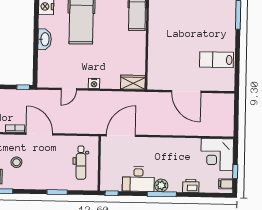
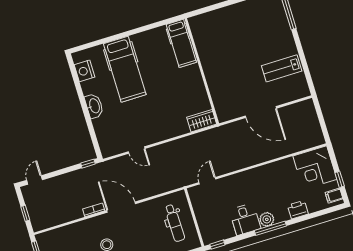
nightstand: (94, 83) -> (161, 135), removed
door: (69, 89) -> (137, 150), hinge flipped
door: (121, 136) -> (207, 181), width x0.53
desk: (138, 179) -> (245, 219), width x0.73

